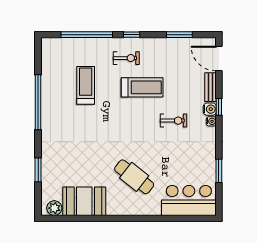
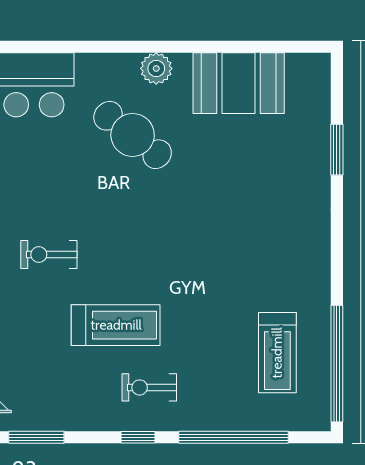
treadmill: (86, 85) -> (277, 353), moved
treadmill: (142, 87) -> (116, 325), turned 180
window: (38, 102) -> (337, 364), moved
plant: (54, 208) -> (156, 68), moved

